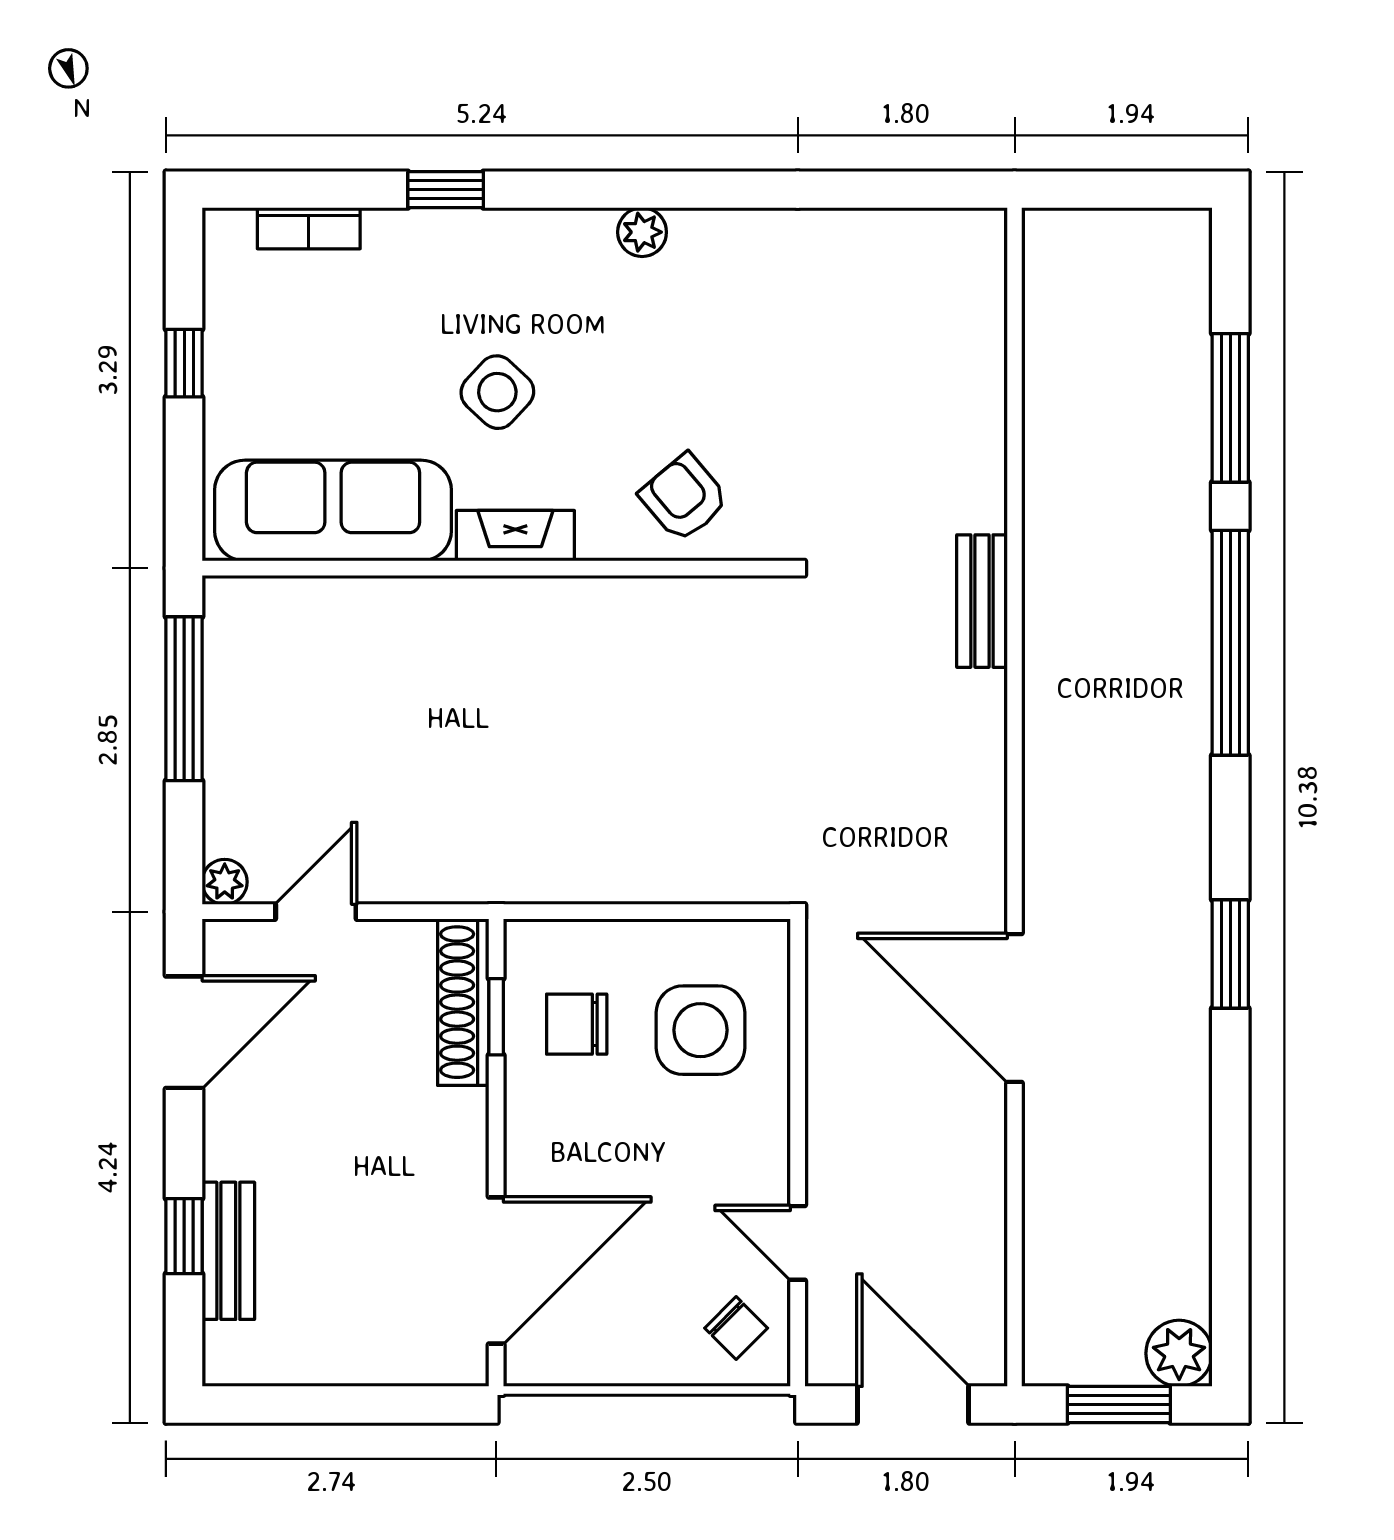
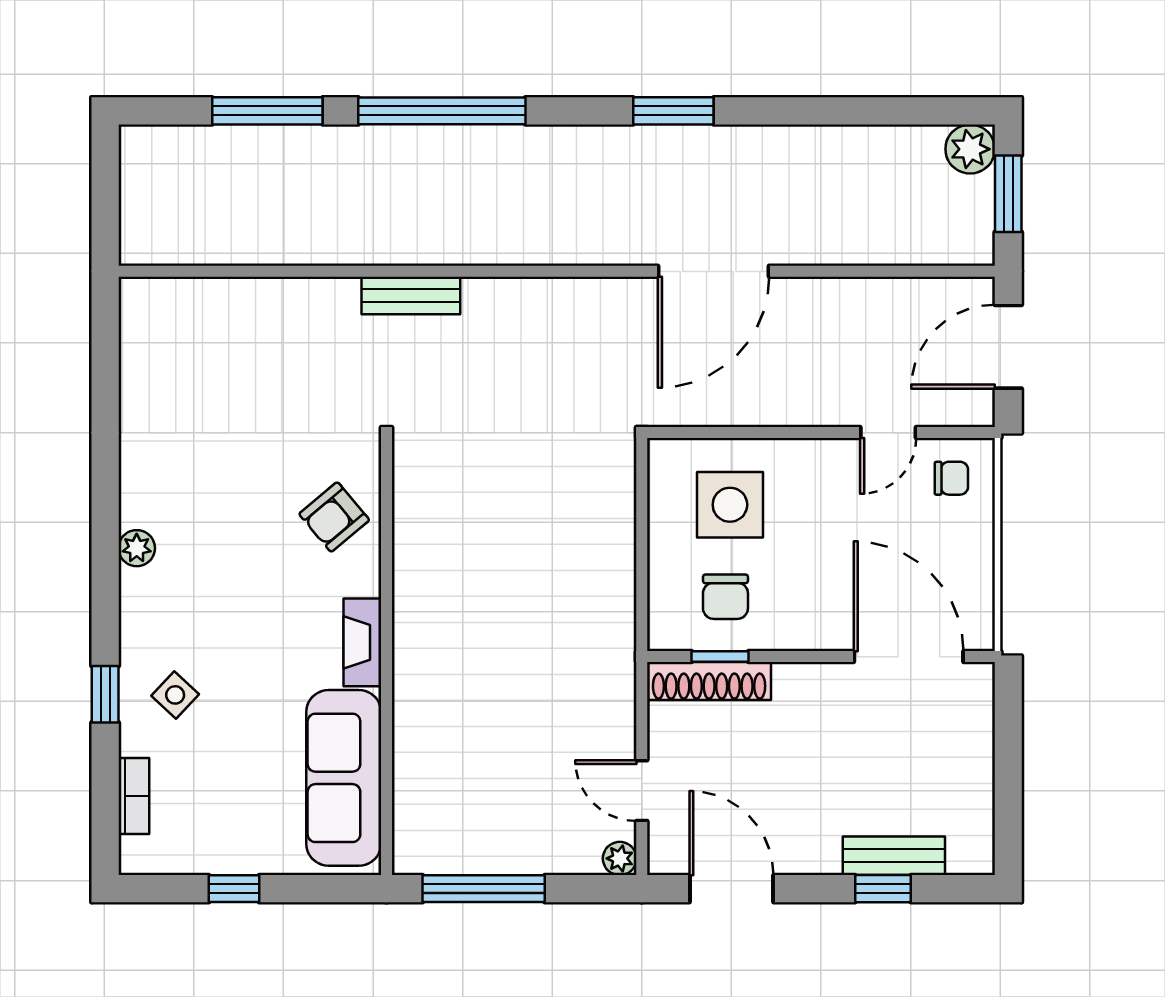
side table: (497, 392) -> (175, 695), moved, width x0.73, depth x0.73
chair: (736, 1328) -> (951, 478), turned 45

